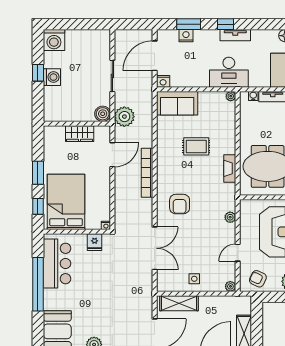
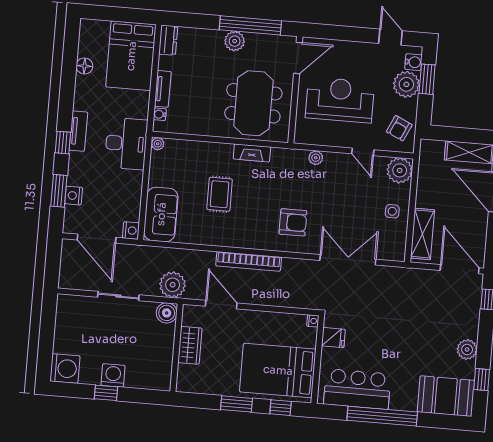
plant: (230, 286) -> (400, 170), width x1.88, depth x1.88

